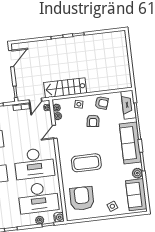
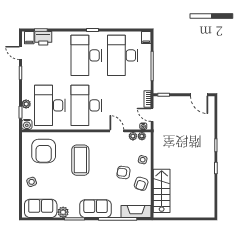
stairs: (65, 88) -> (162, 191), moved
sofa: (130, 143) -> (96, 209), width x0.73
armchair: (82, 198) -> (44, 151), turned 89

